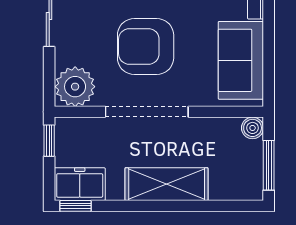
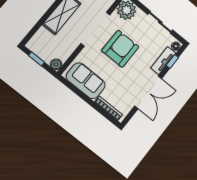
window: (269, 165) -> (36, 59), width x0.67

